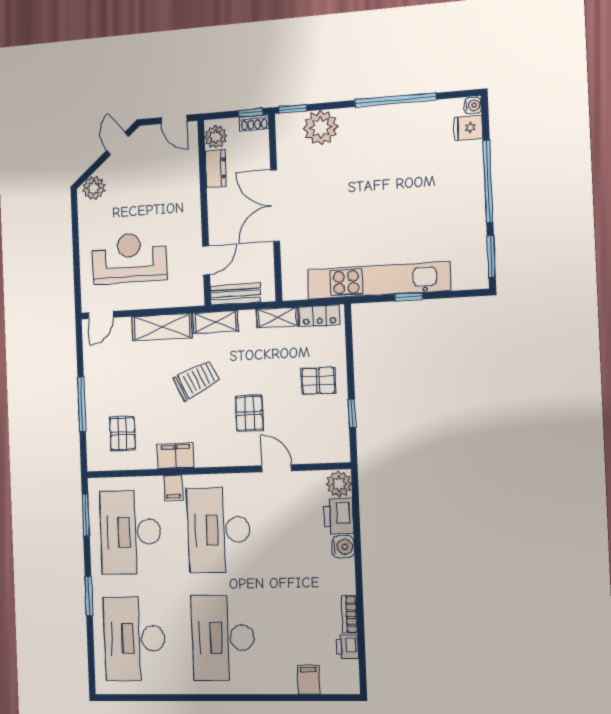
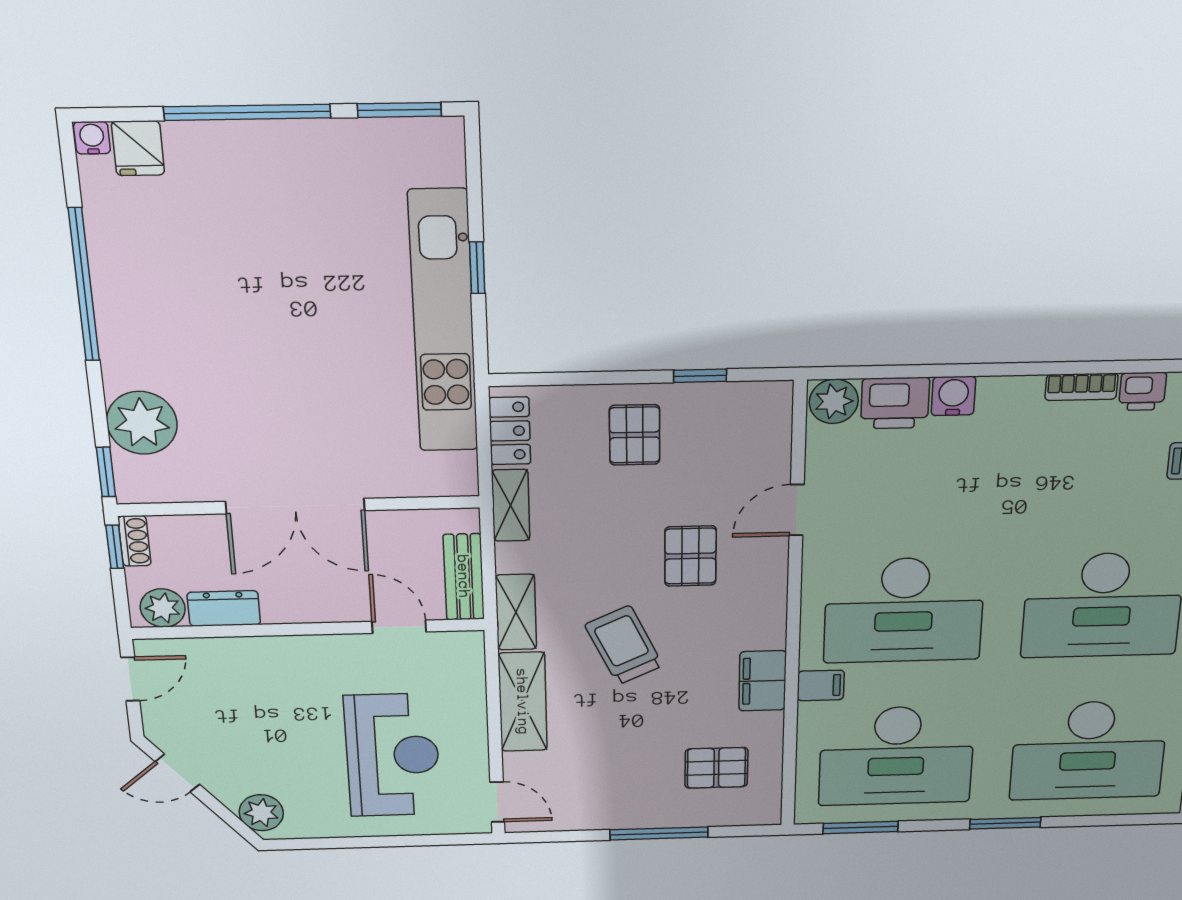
reception desk: (129, 258) -> (393, 755), turned 180
pallet: (249, 413) -> (690, 556), turned 90

